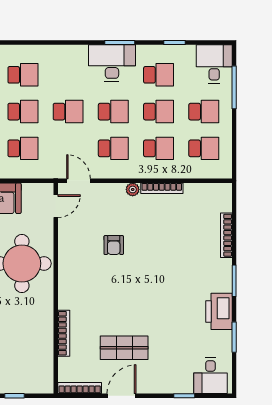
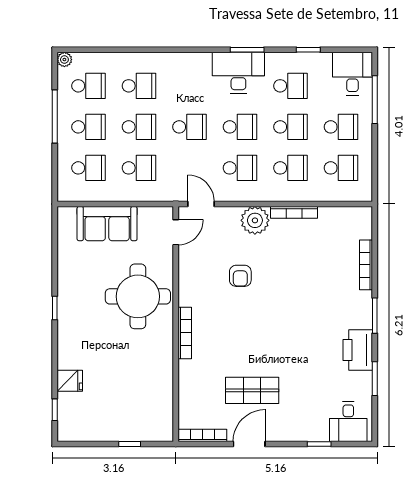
plant: (133, 189) -> (255, 220), width x1.87, depth x1.87
bookcase: (64, 333) -> (185, 333), moved

